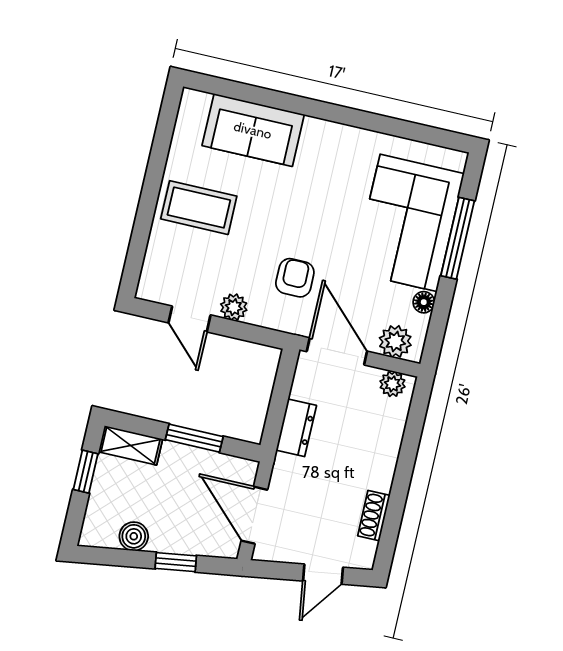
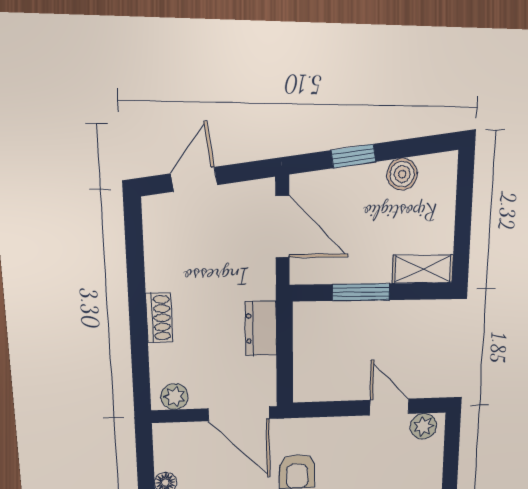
plant: (234, 307) -> (423, 426), moved
plant: (395, 341) -> (183, 438), removed
window: (86, 472) -> (462, 231), removed
shoe rack: (374, 516) -> (159, 318), moved

